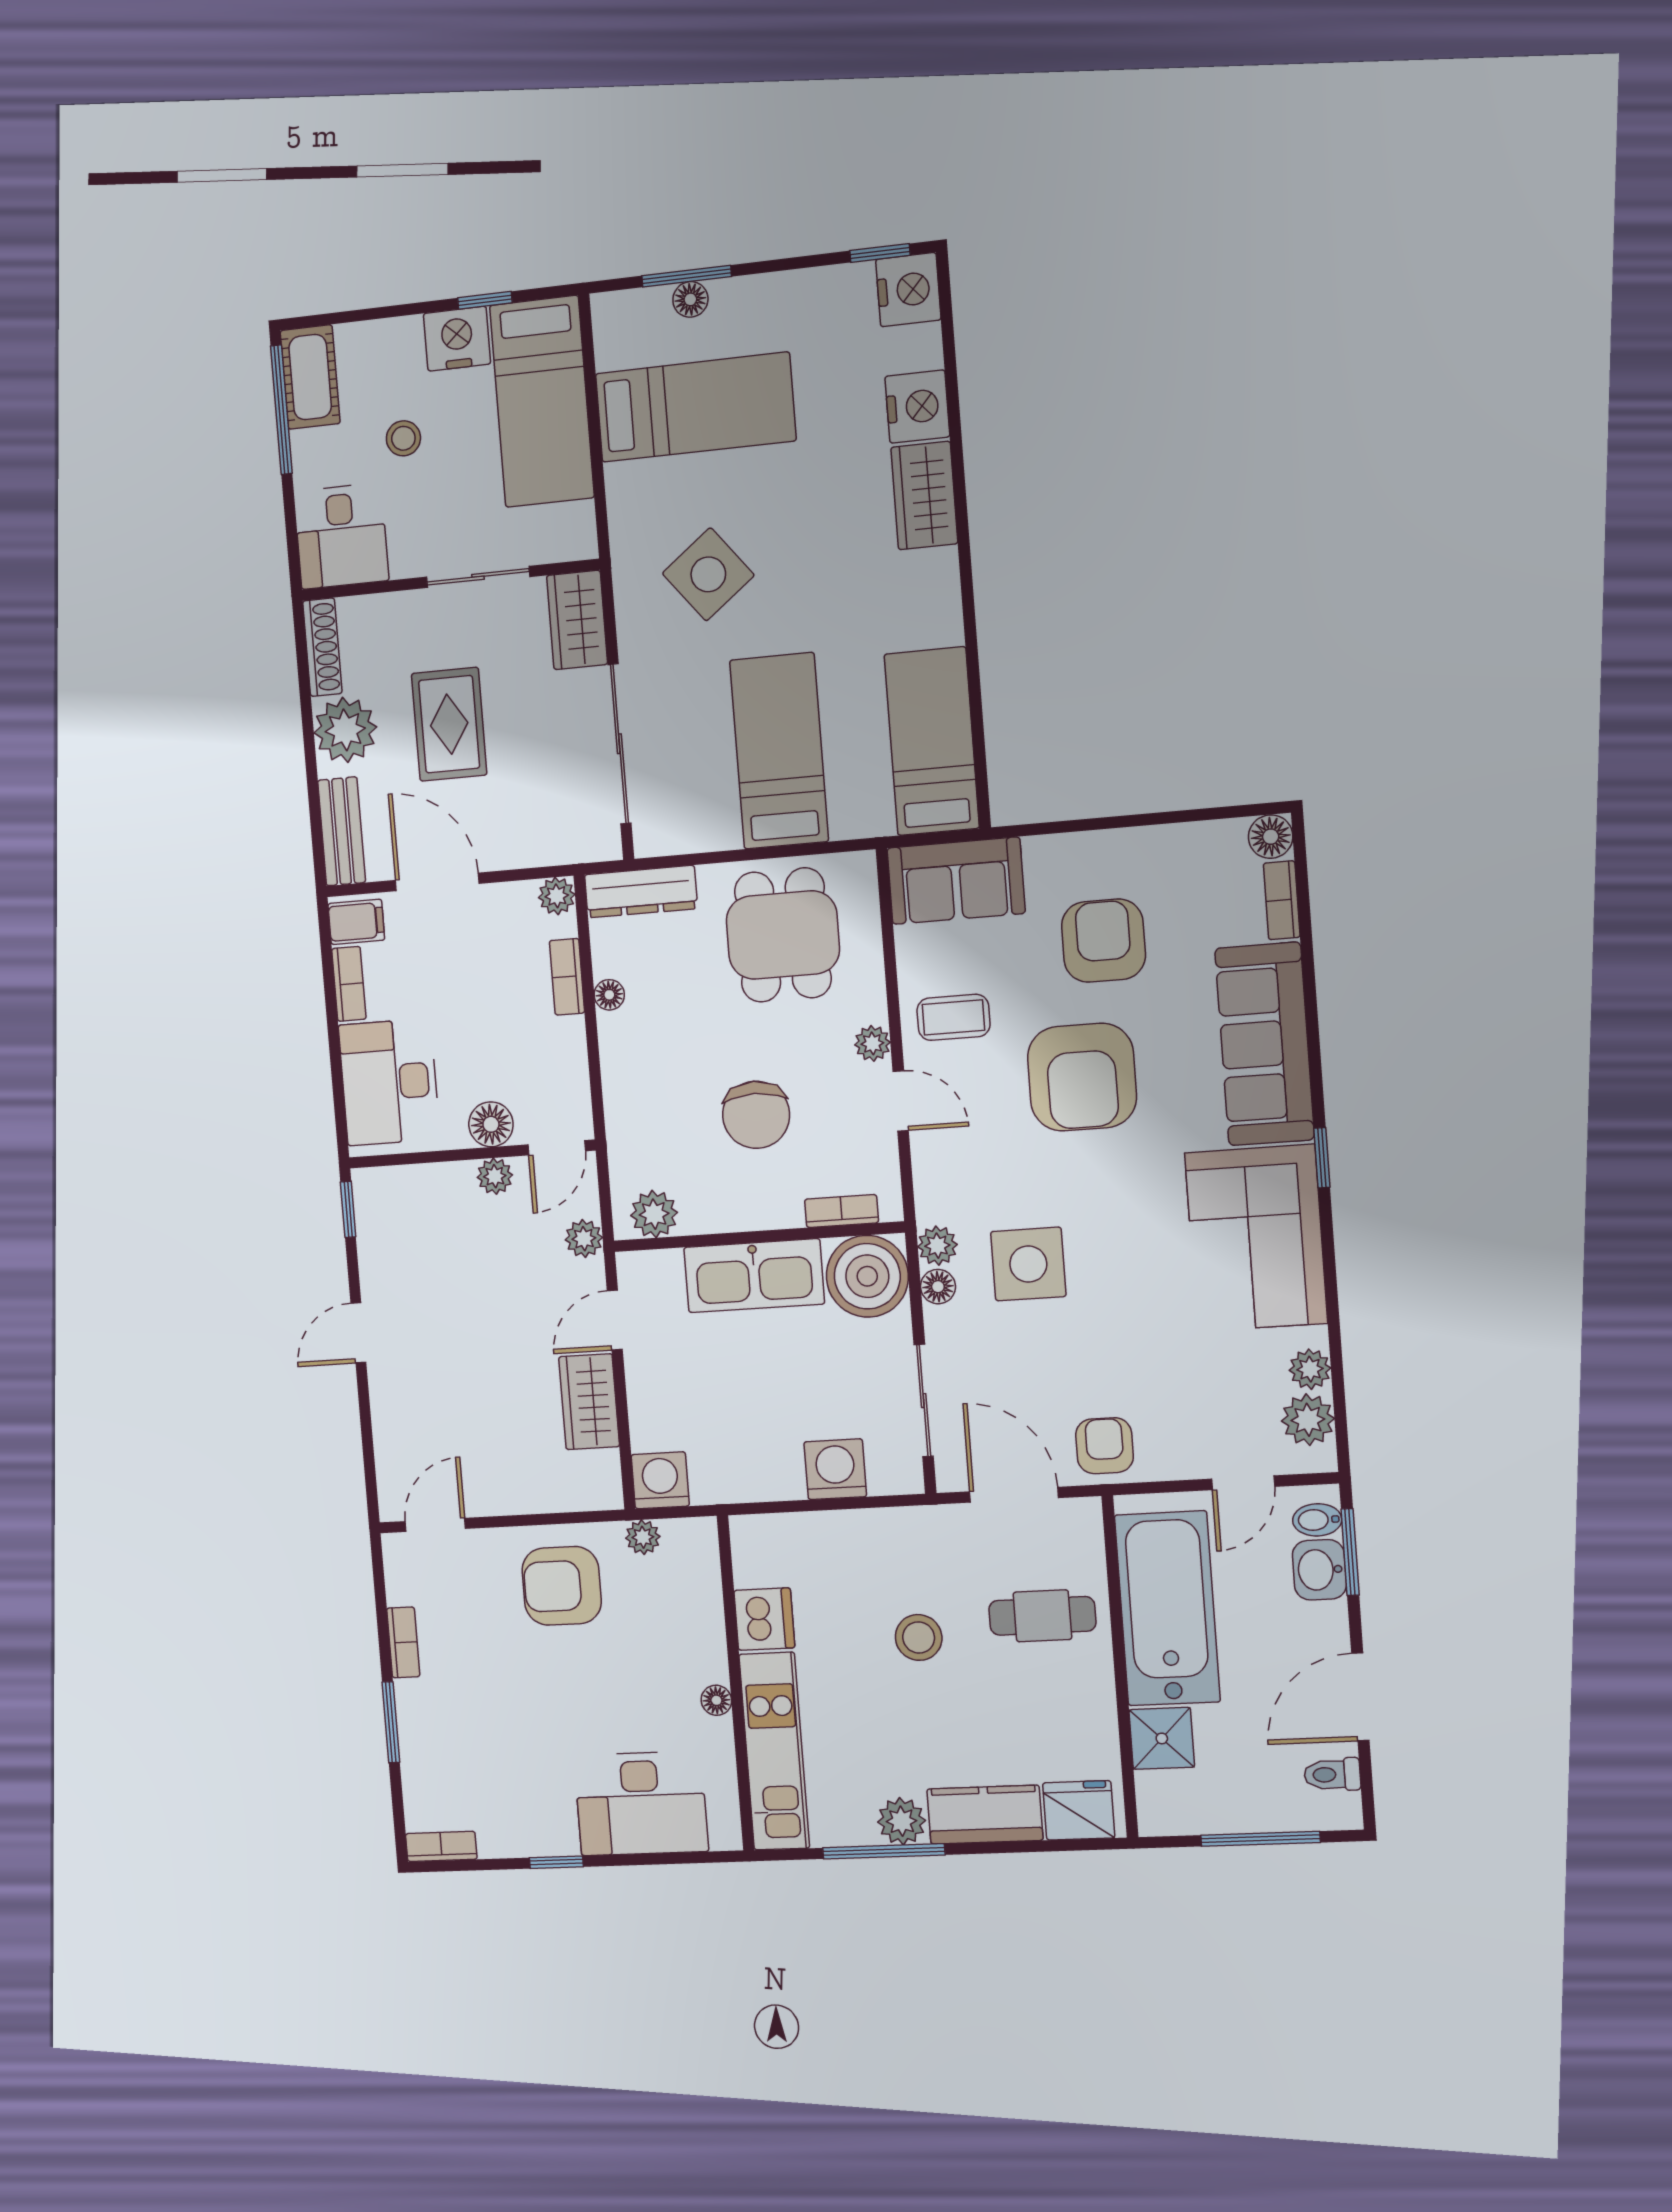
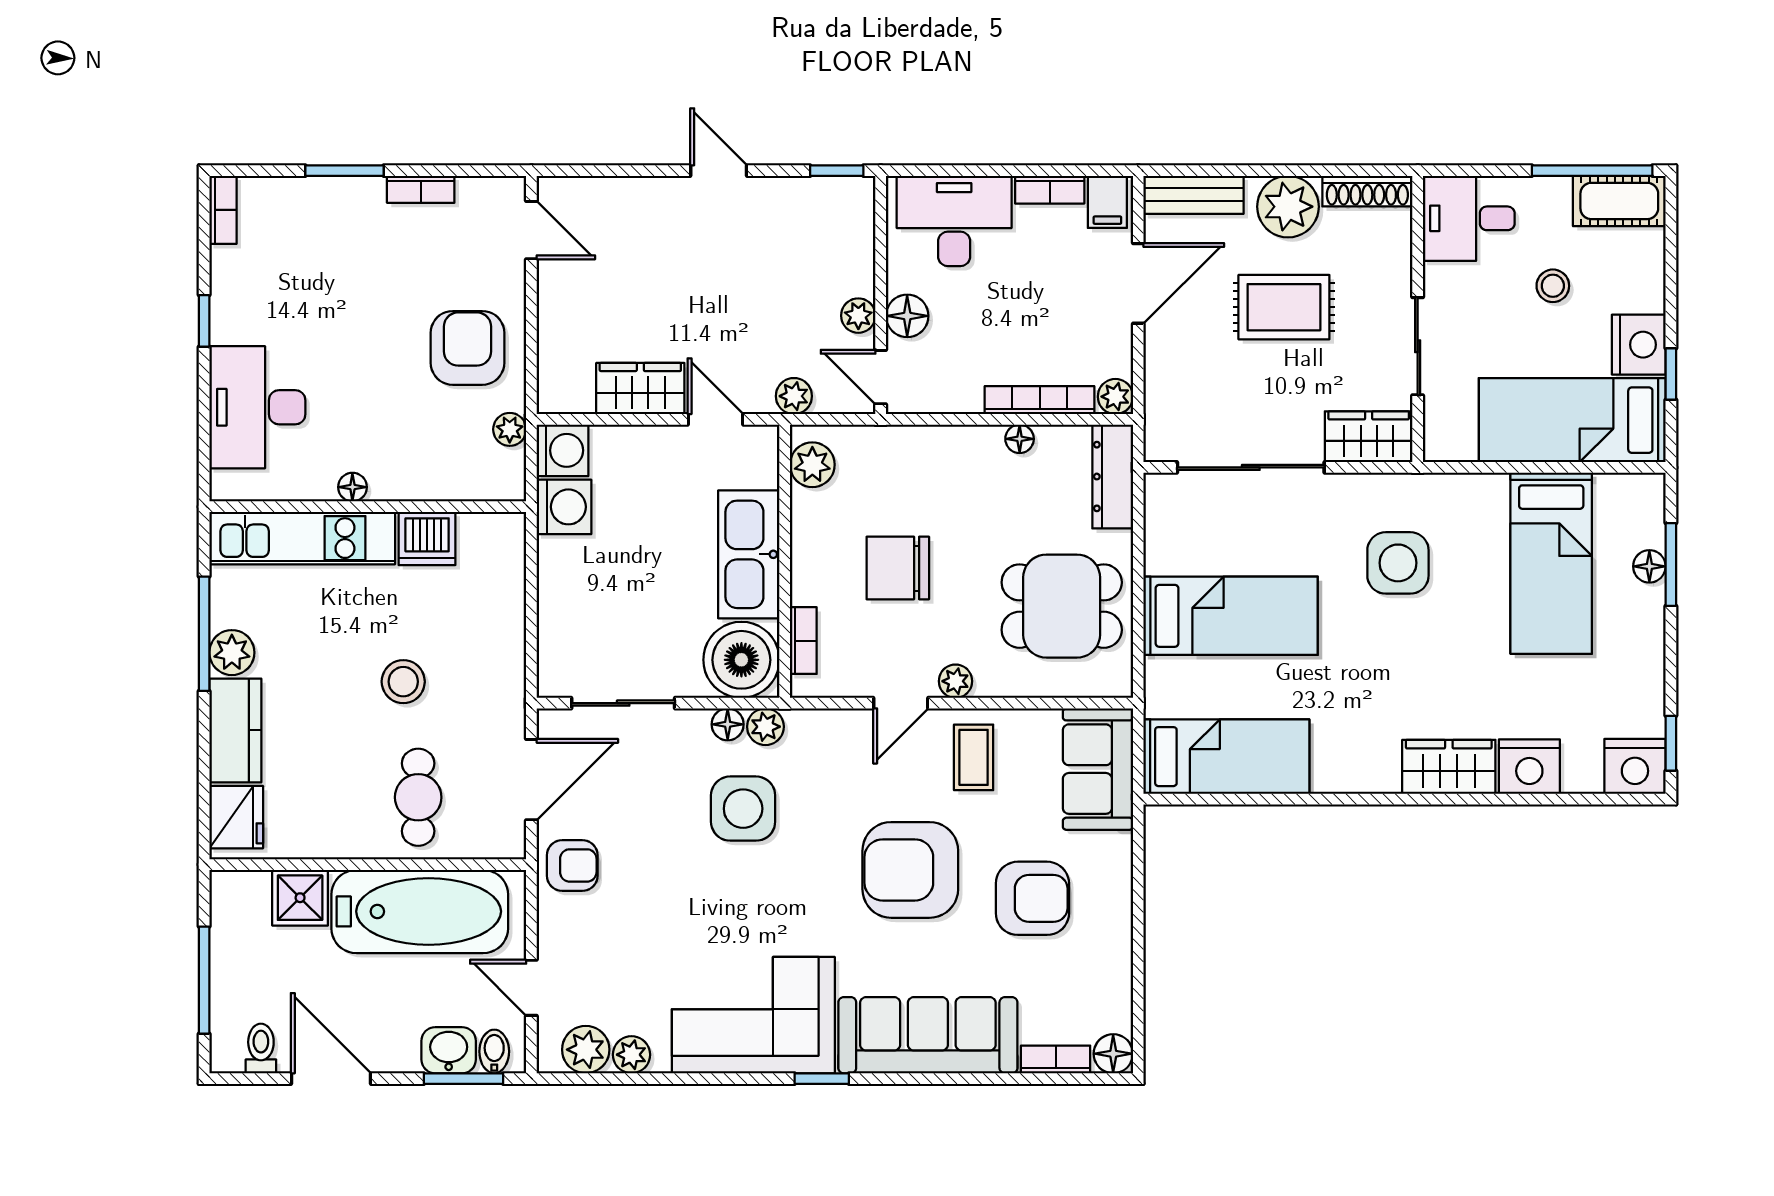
side table: (708, 574) -> (1398, 563), turned 38
bookcase: (567, 977) -> (1040, 400), width x1.56
washing machine: (835, 1469) -> (564, 507), moved

